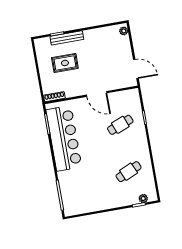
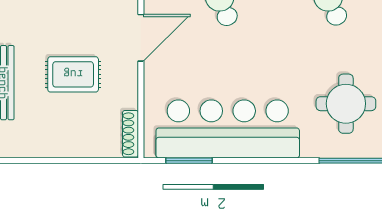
rug: (65, 63) -> (73, 74), moved, turned 90
round table: (84, 187) -> (346, 104), added

